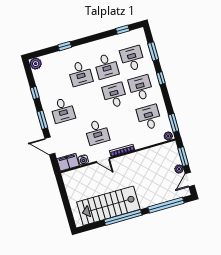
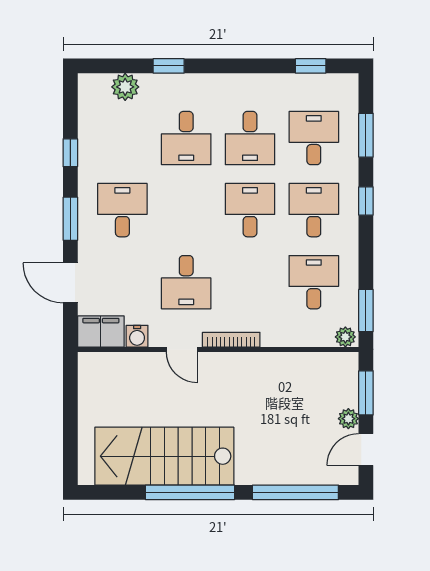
plant: (36, 64) -> (125, 87), moved
desk: (63, 110) -> (122, 210), turned 180

